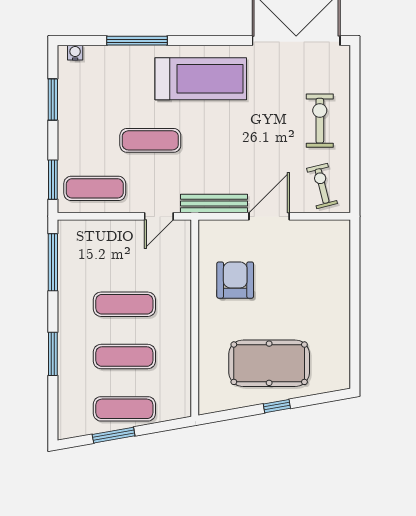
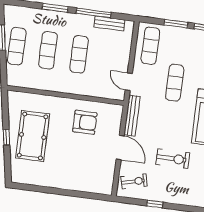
exercise bike: (320, 121) -> (173, 159), moved
window: (355, 147) -> (155, 204), added
window: (53, 180) -> (176, 24), moved
bench: (67, 261) -> (109, 23), added
window: (53, 262) -> (94, 13), moved

